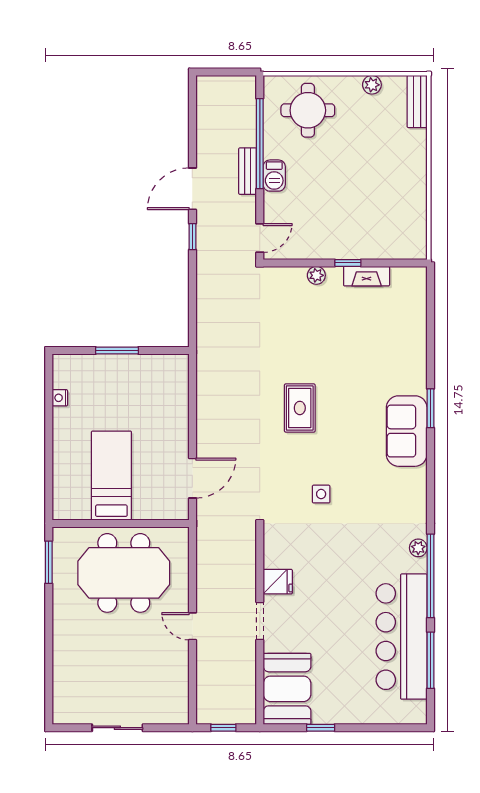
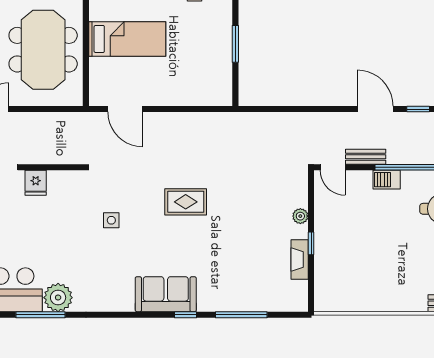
bench: (248, 171) -> (366, 157), moved
window: (192, 237) -> (418, 109), moved
window: (430, 344) -> (241, 315), added
window: (430, 408) -> (185, 315), width x0.67
plant: (418, 548) -> (58, 298), width x1.88, depth x1.88
window: (430, 576) -> (41, 315), width x0.68

